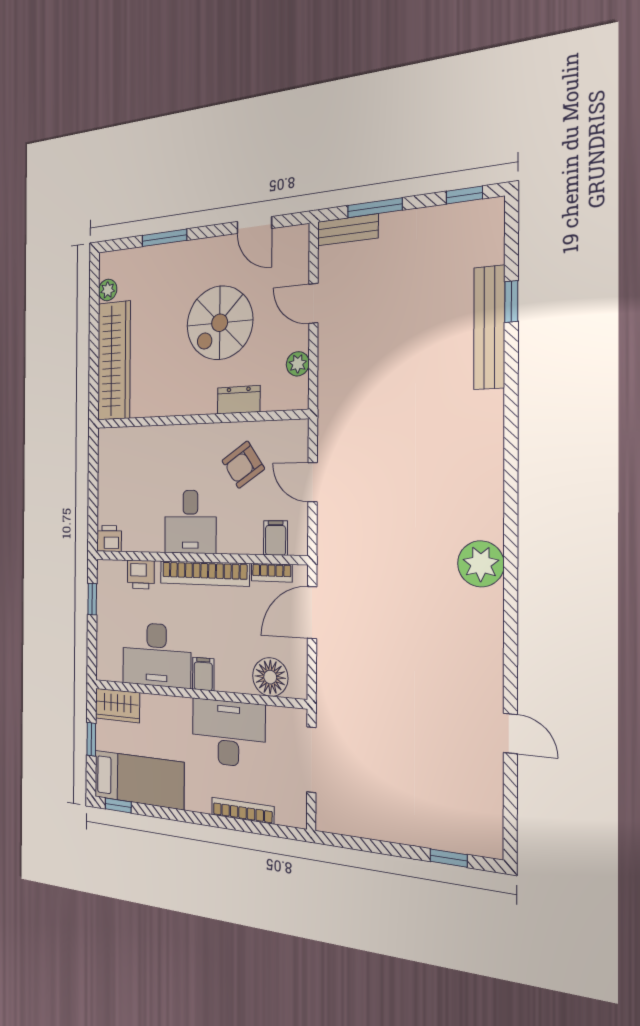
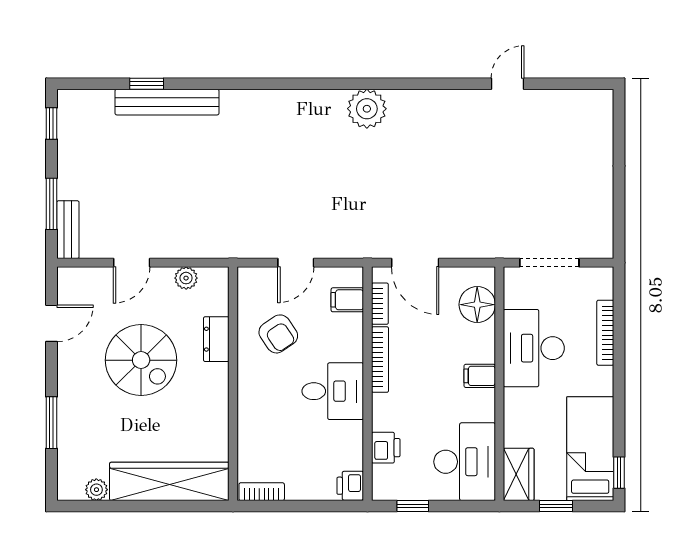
bookcase: (105, 452) -> (262, 492), added
bookcase: (204, 573) -> (380, 360), width x0.68, depth x0.76
desk: (156, 655) -> (465, 462), moved
window: (449, 858) -> (619, 136), removed

